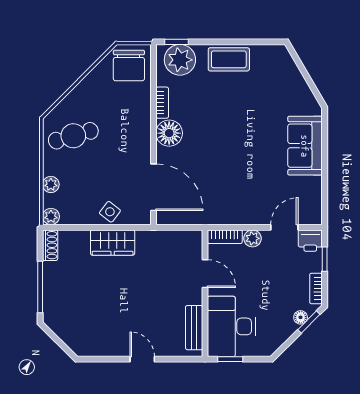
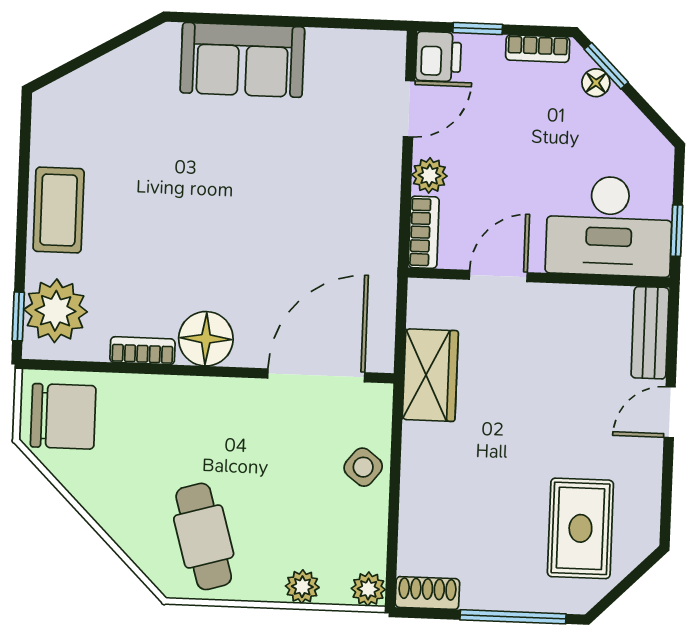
door: (284, 227) -> (409, 109), swing flipped
wardrobe: (113, 243) -> (430, 375), moved
rug: (84, 318) -> (580, 528), added
bench: (194, 328) -> (650, 333), moved, turned 90

